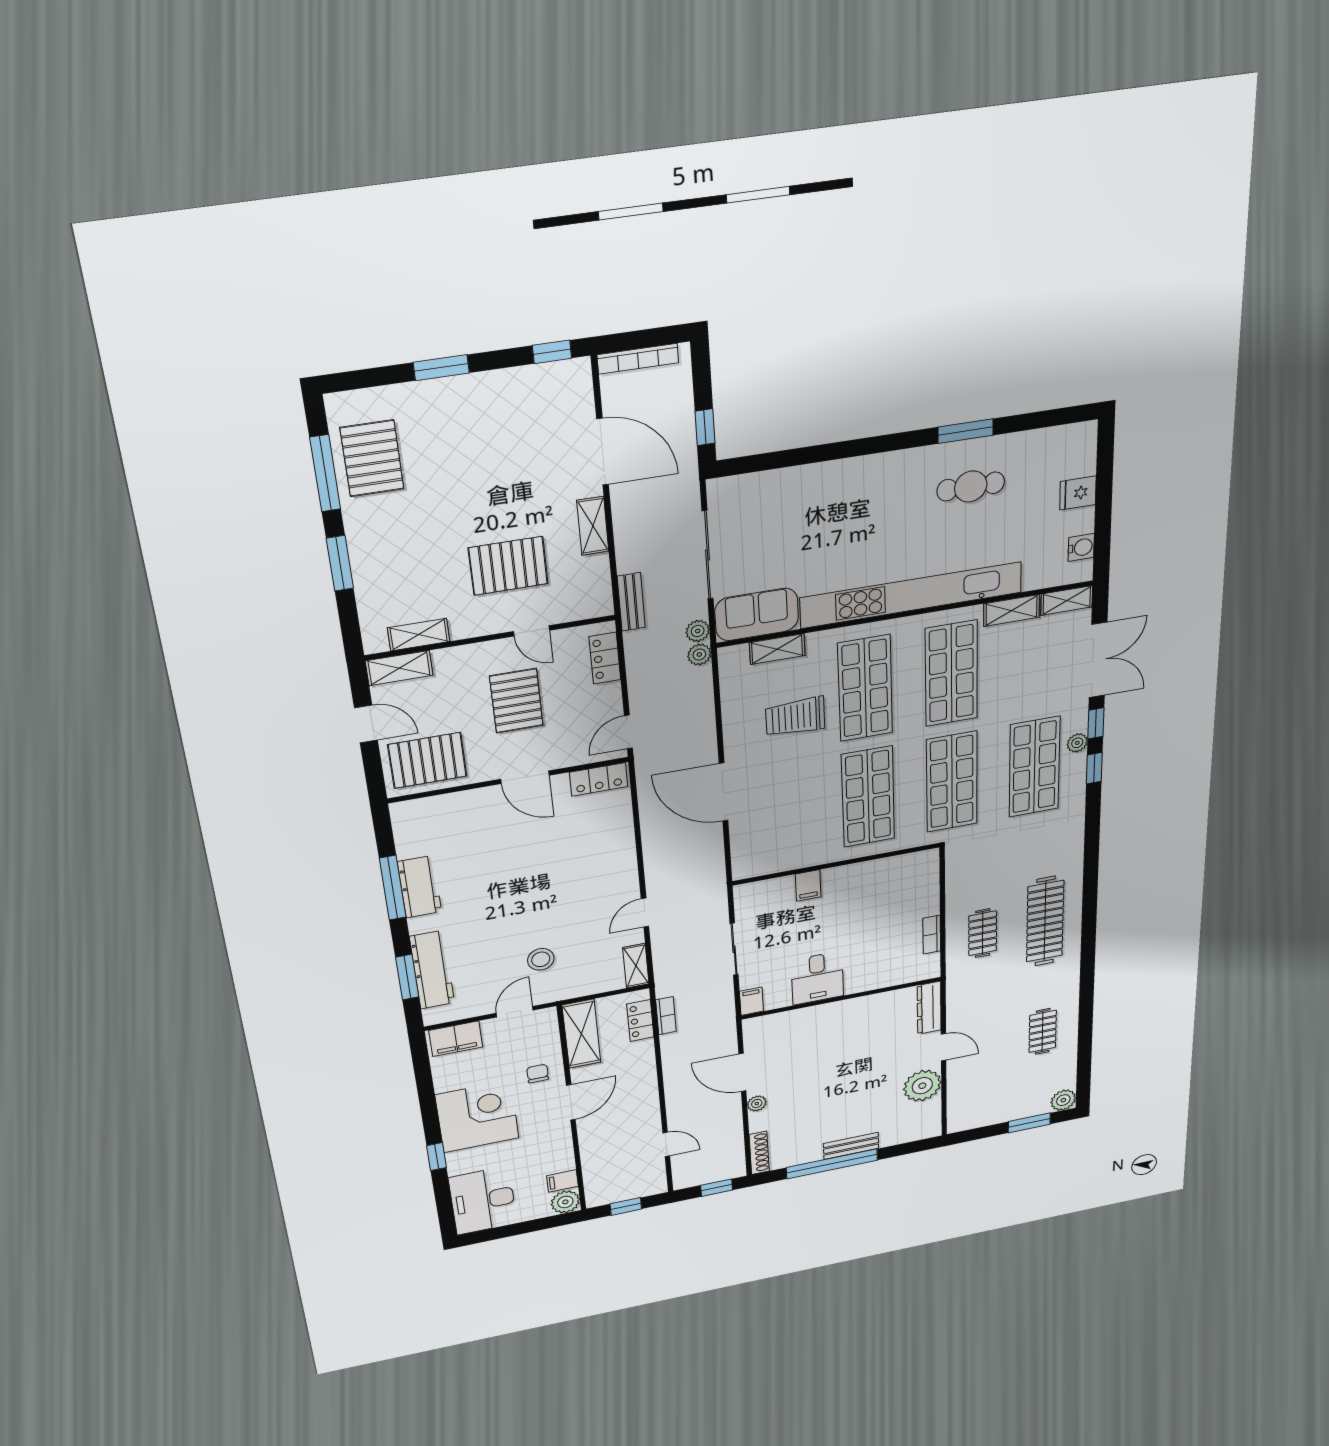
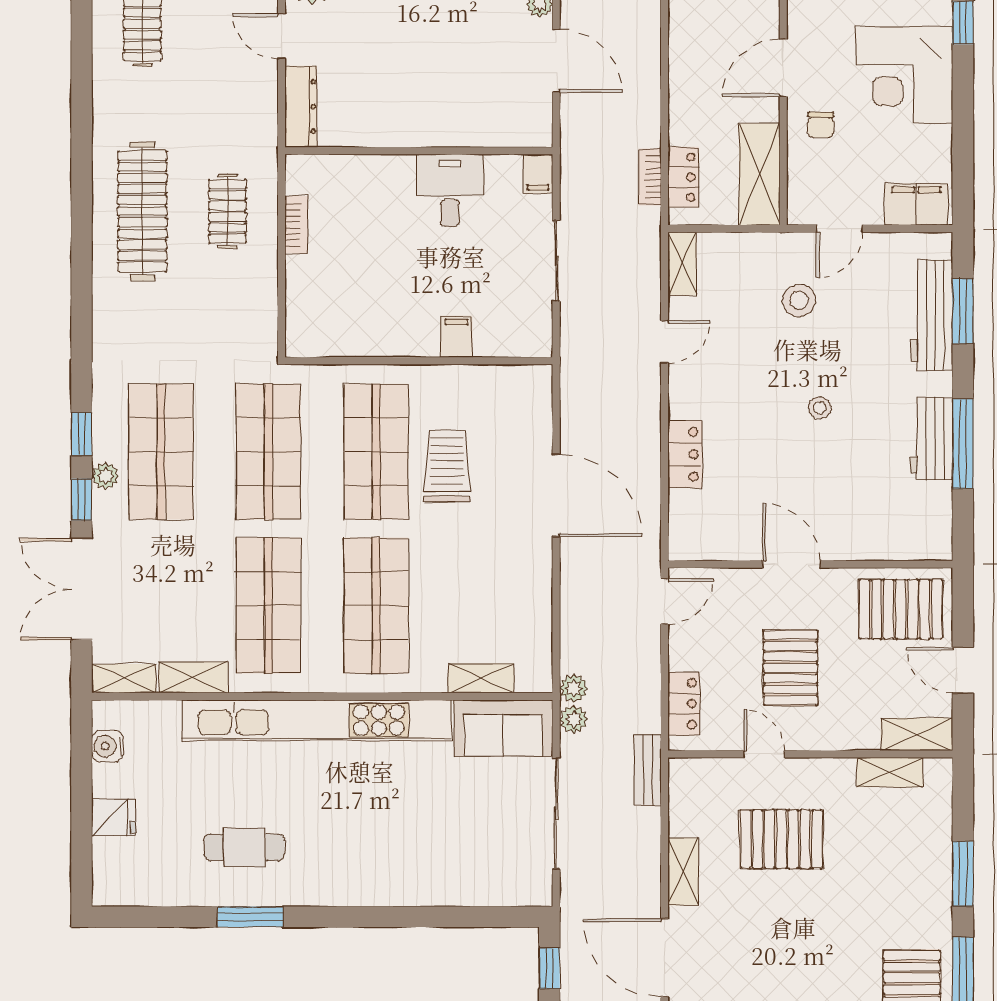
trolley: (795, 717) -> (447, 466), moved, turned -90
locker: (599, 779) -> (685, 454), moved, turned 90
stool: (515, 891) -> (820, 408), added

